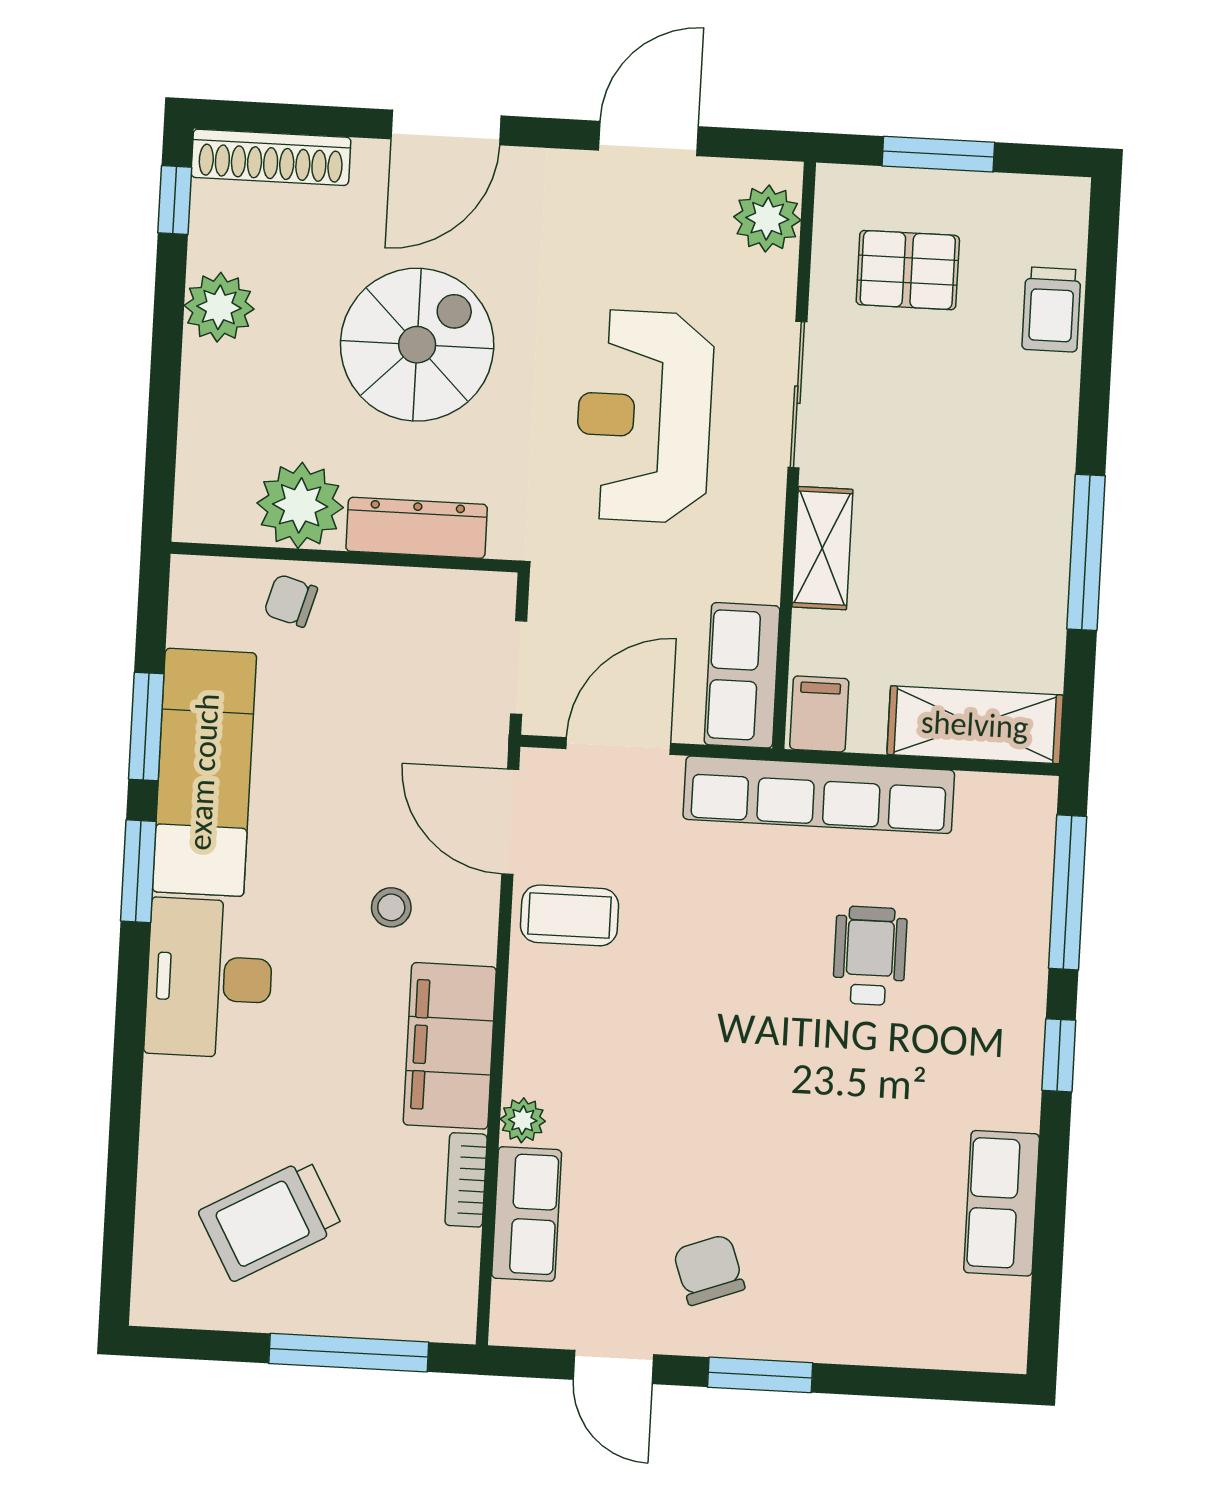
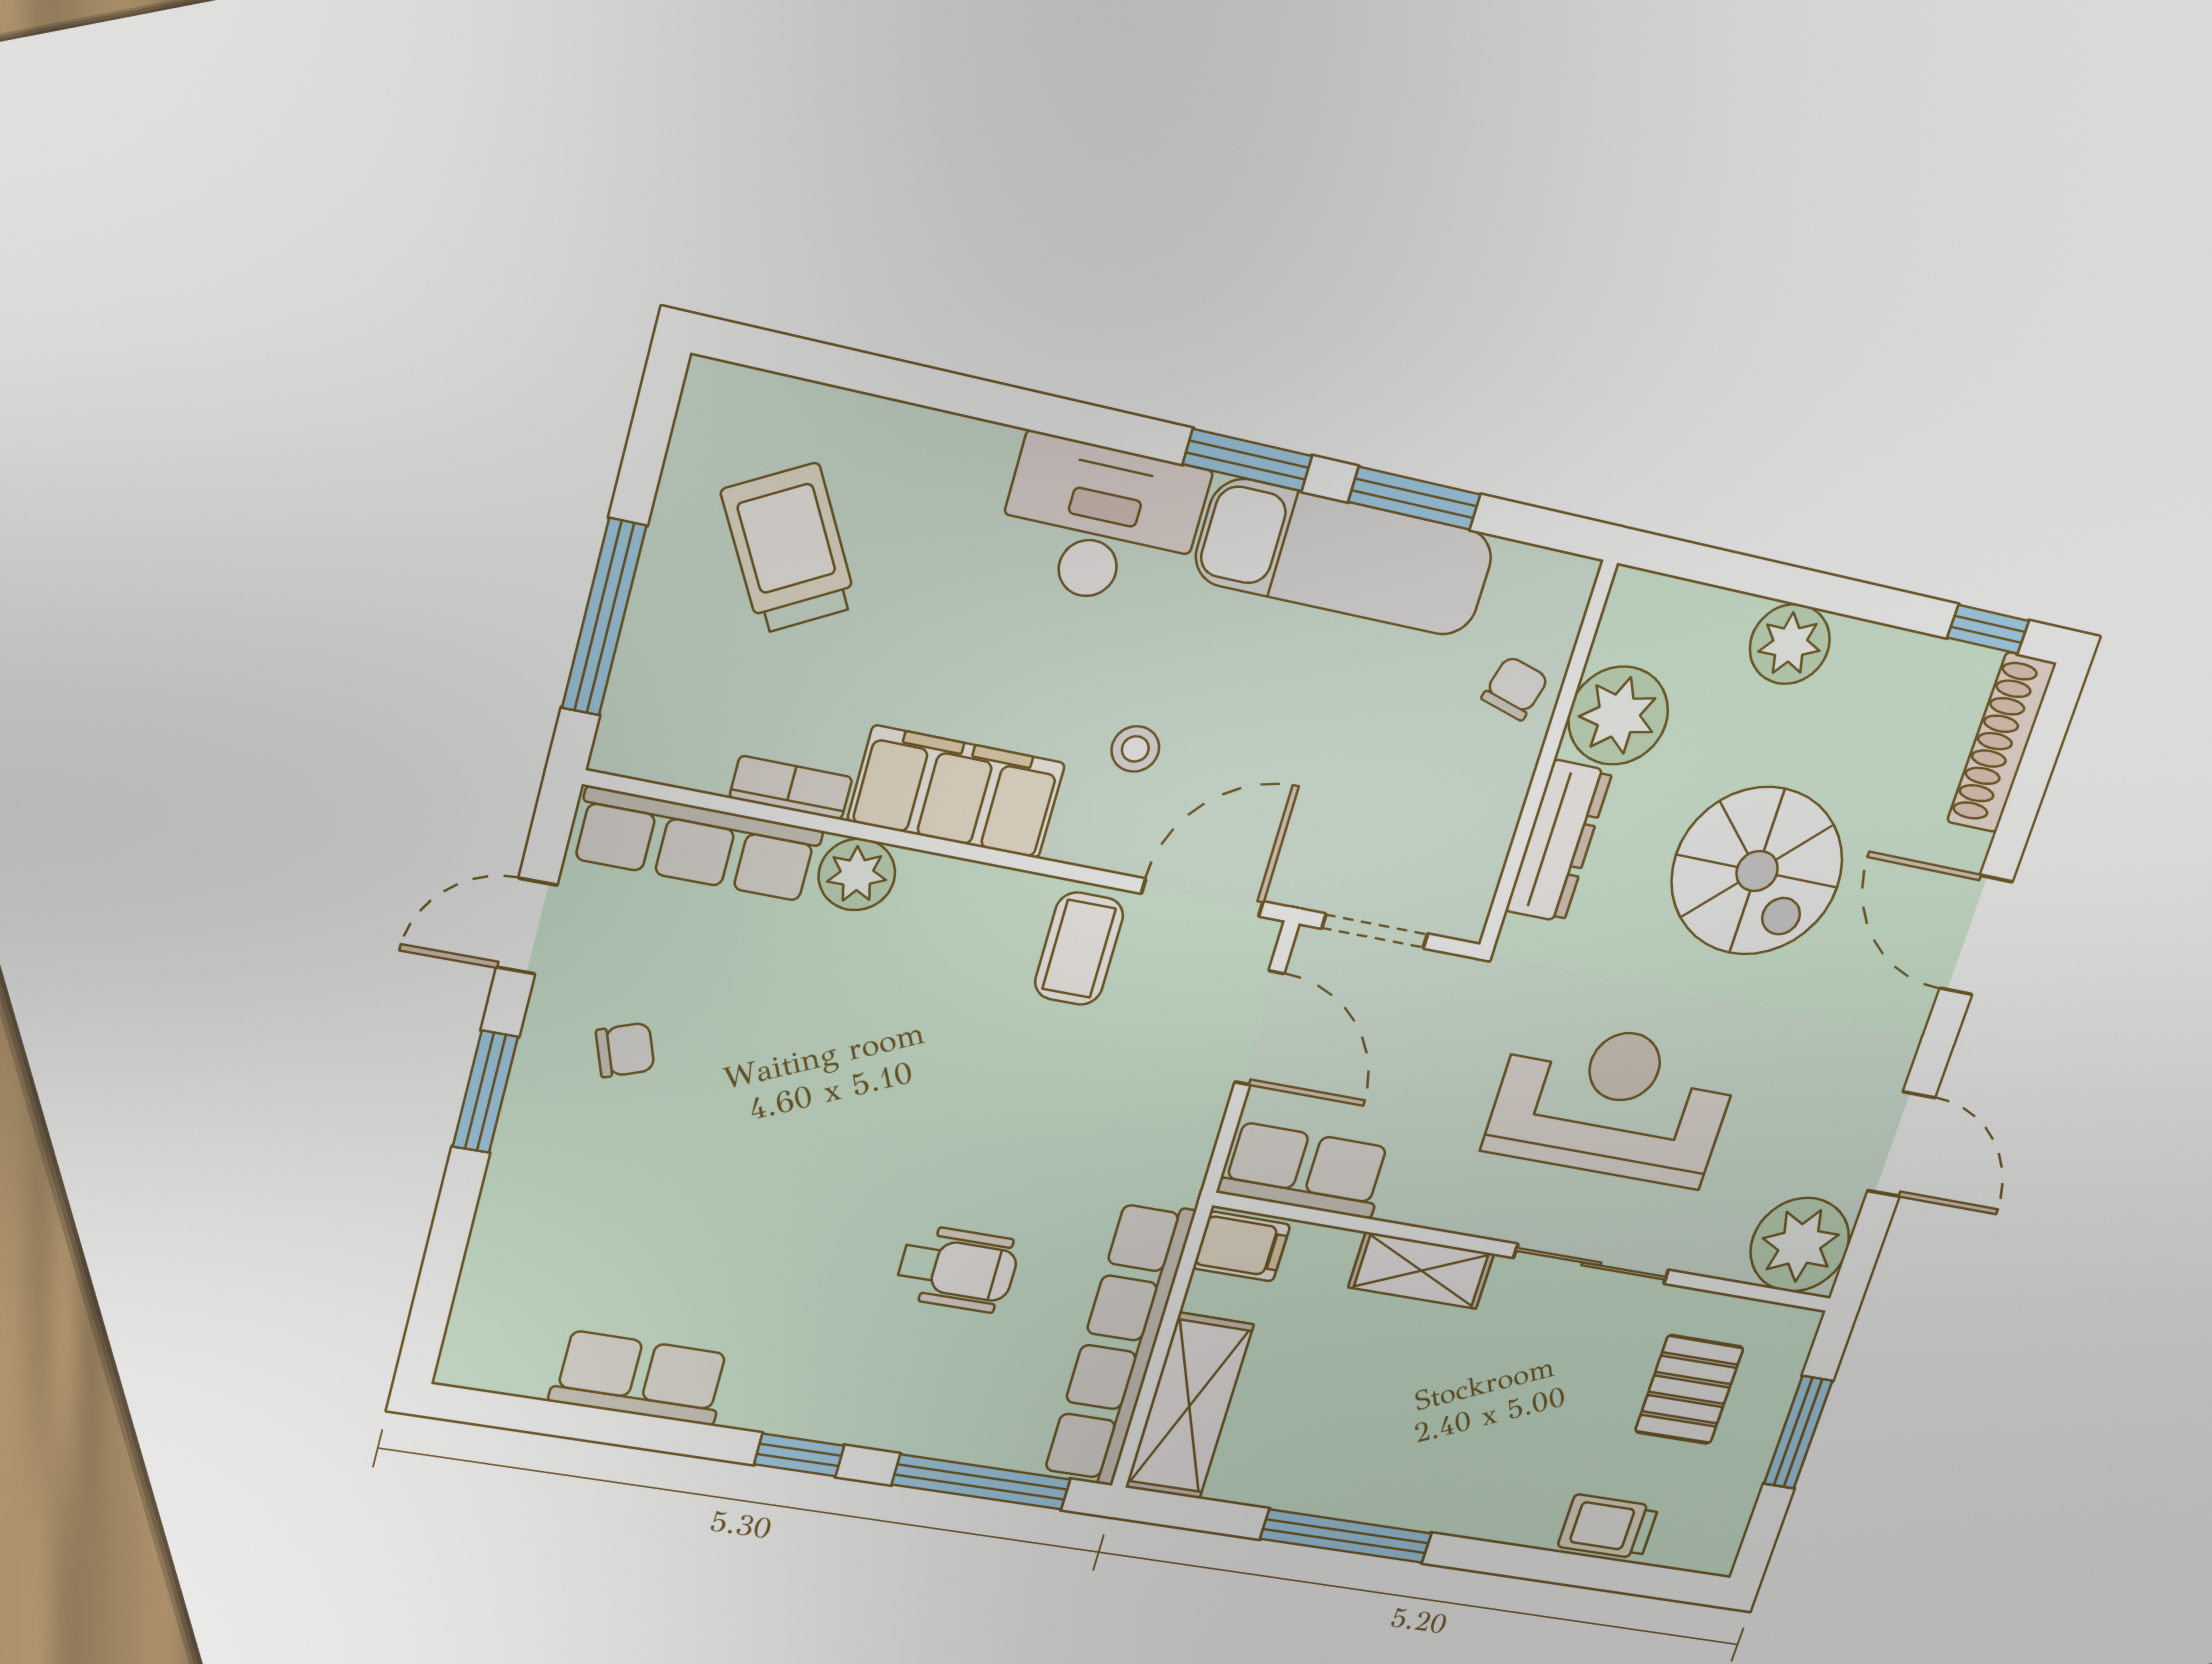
plant: (767, 219) -> (1800, 1245), width x1.36, depth x1.36
plant: (219, 307) -> (1790, 644), moved
row of seats: (819, 795) -> (1119, 1344), moved
plant: (523, 1120) -> (857, 874), width x1.38, depth x1.38
row of seats: (527, 1214) -> (697, 844), width x1.48
chair: (709, 1270) -> (625, 1050), width x0.73, depth x0.73

